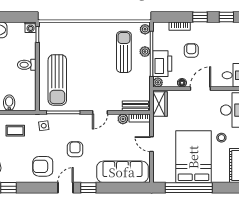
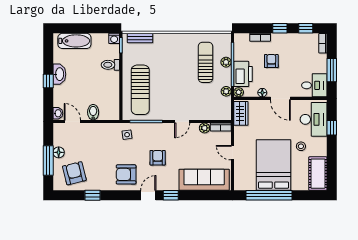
plant: (145, 29) -> (226, 91), moved
toilet: (27, 65) -> (110, 65), moved
door: (200, 89) -> (280, 98), swing flipped
bench: (135, 106) -> (140, 38), moved
coffee table: (15, 131) -> (99, 139), removed

